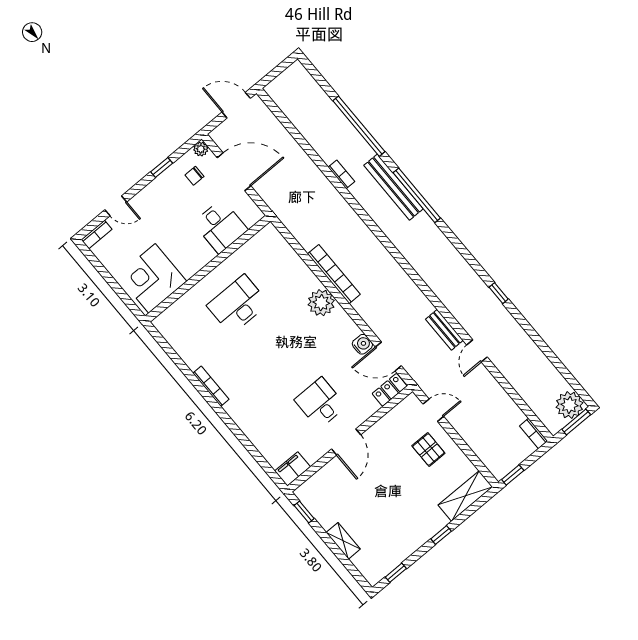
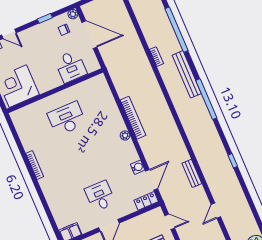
window: (417, 195) -> (206, 99), moved
plant: (321, 303) -> (125, 135), width x0.53, depth x0.53
door: (477, 351) -> (216, 211), moved
door: (388, 356) -> (152, 180), swing flipped

